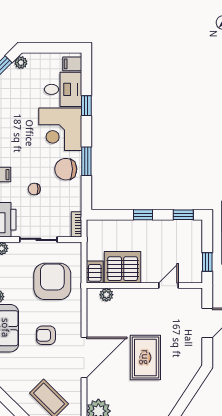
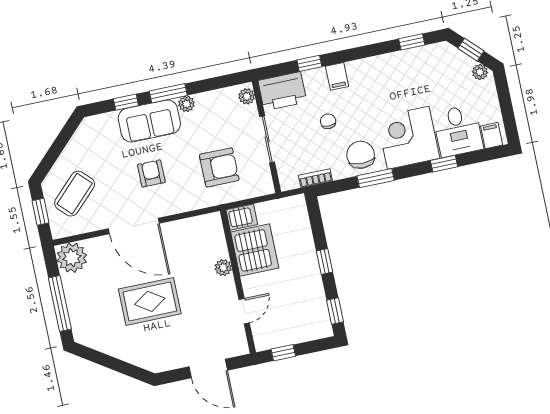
bookcase: (76, 224) -> (315, 178), moved
armchair: (52, 281) -> (219, 167), width x0.73, depth x0.73
door: (168, 286) -> (244, 311), hinge flipped
plant: (106, 295) -> (223, 268), moved

